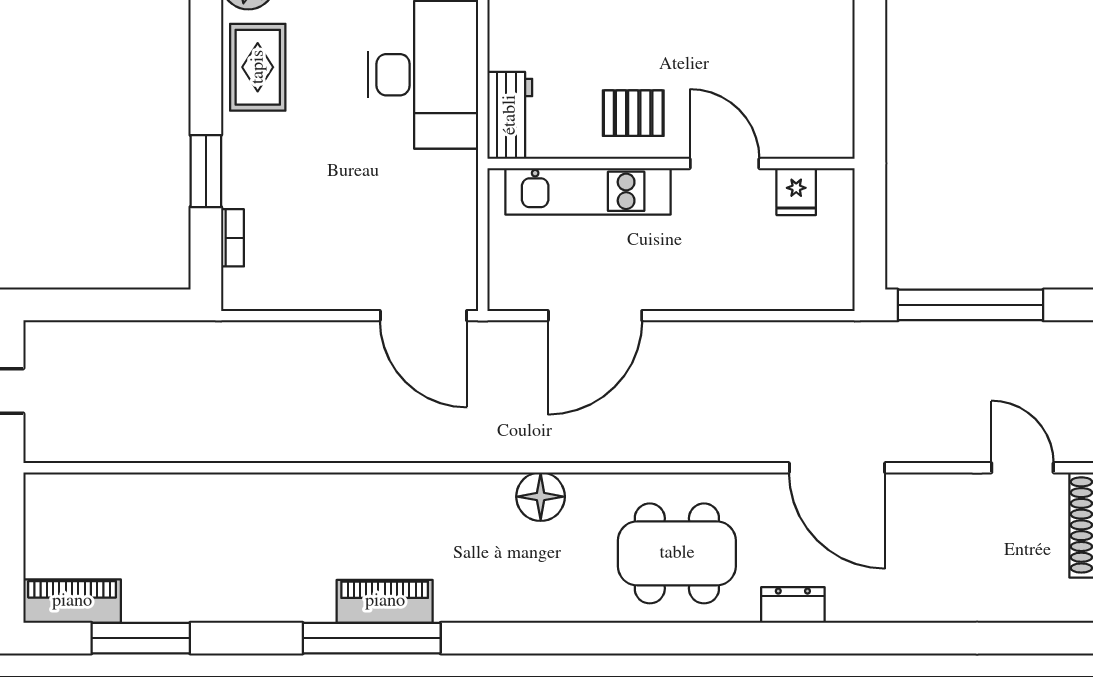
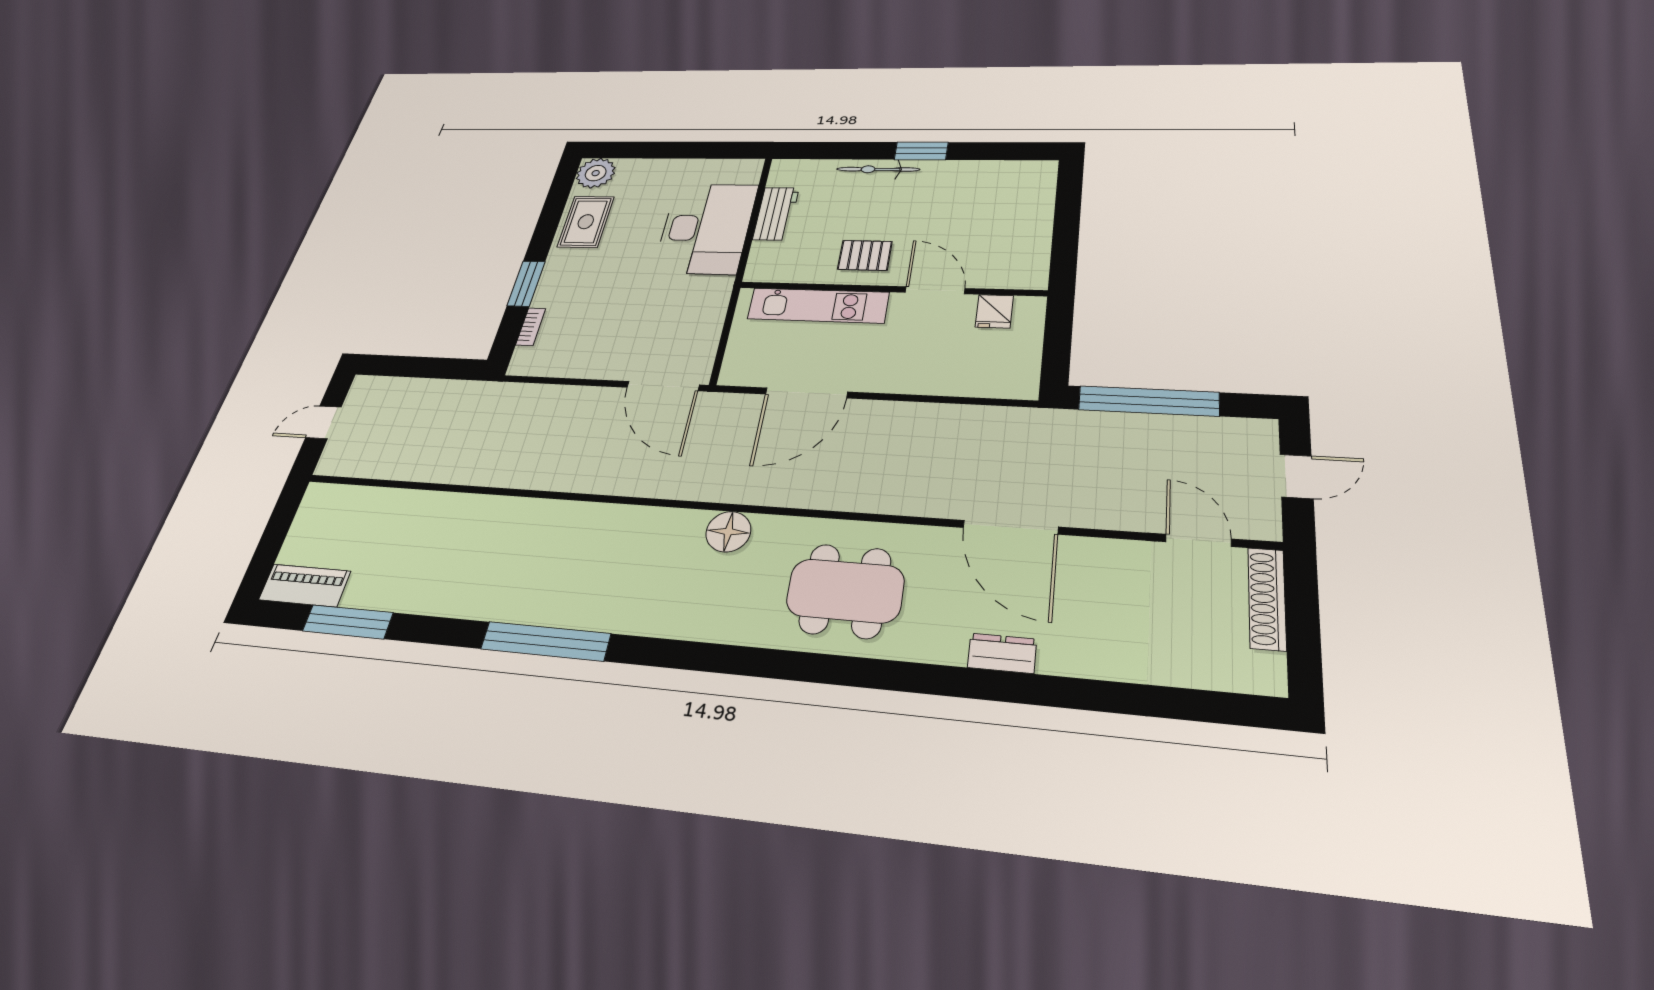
workbench: (510, 115) -> (776, 214), moved
piano: (385, 601) -> (567, 610), removed
dresser: (793, 605) -> (1002, 653), moved

